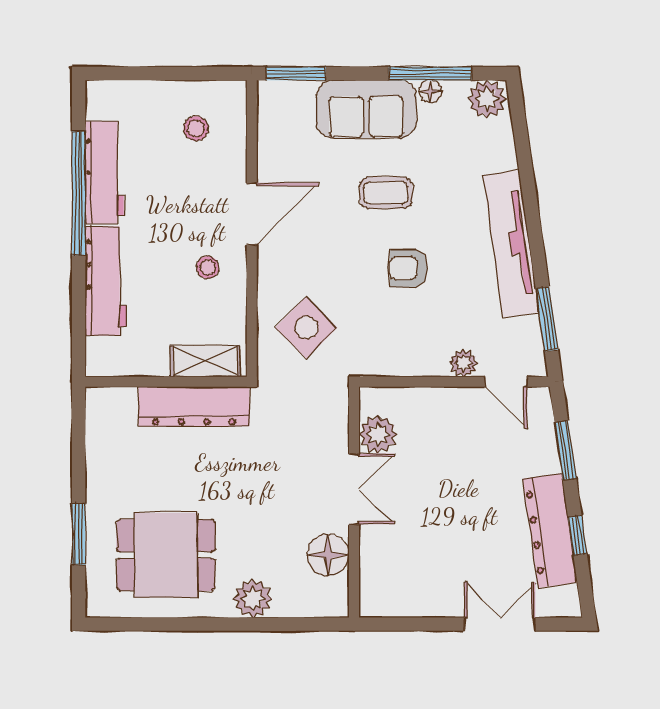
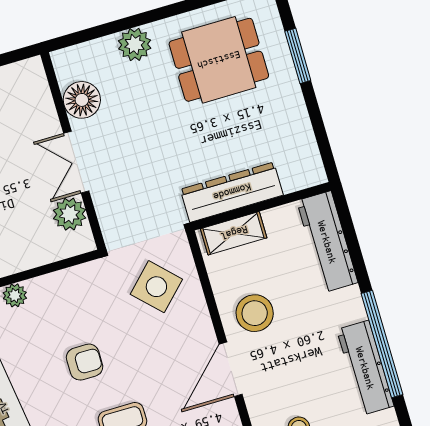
stool: (208, 267) -> (255, 313), width x1.89, depth x1.89
workbench: (106, 281) -> (327, 242), moved

